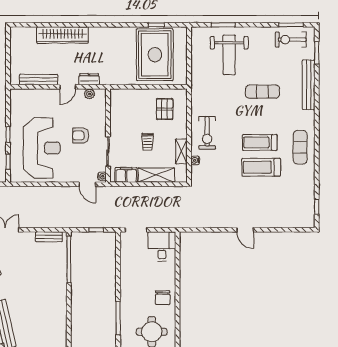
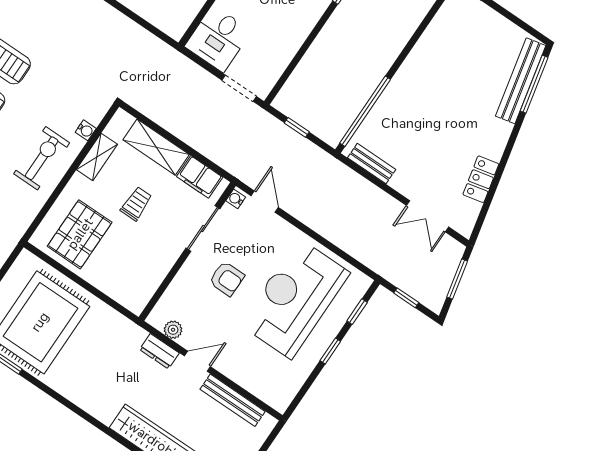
pallet: (165, 109) -> (80, 234), width x1.50, depth x1.42

